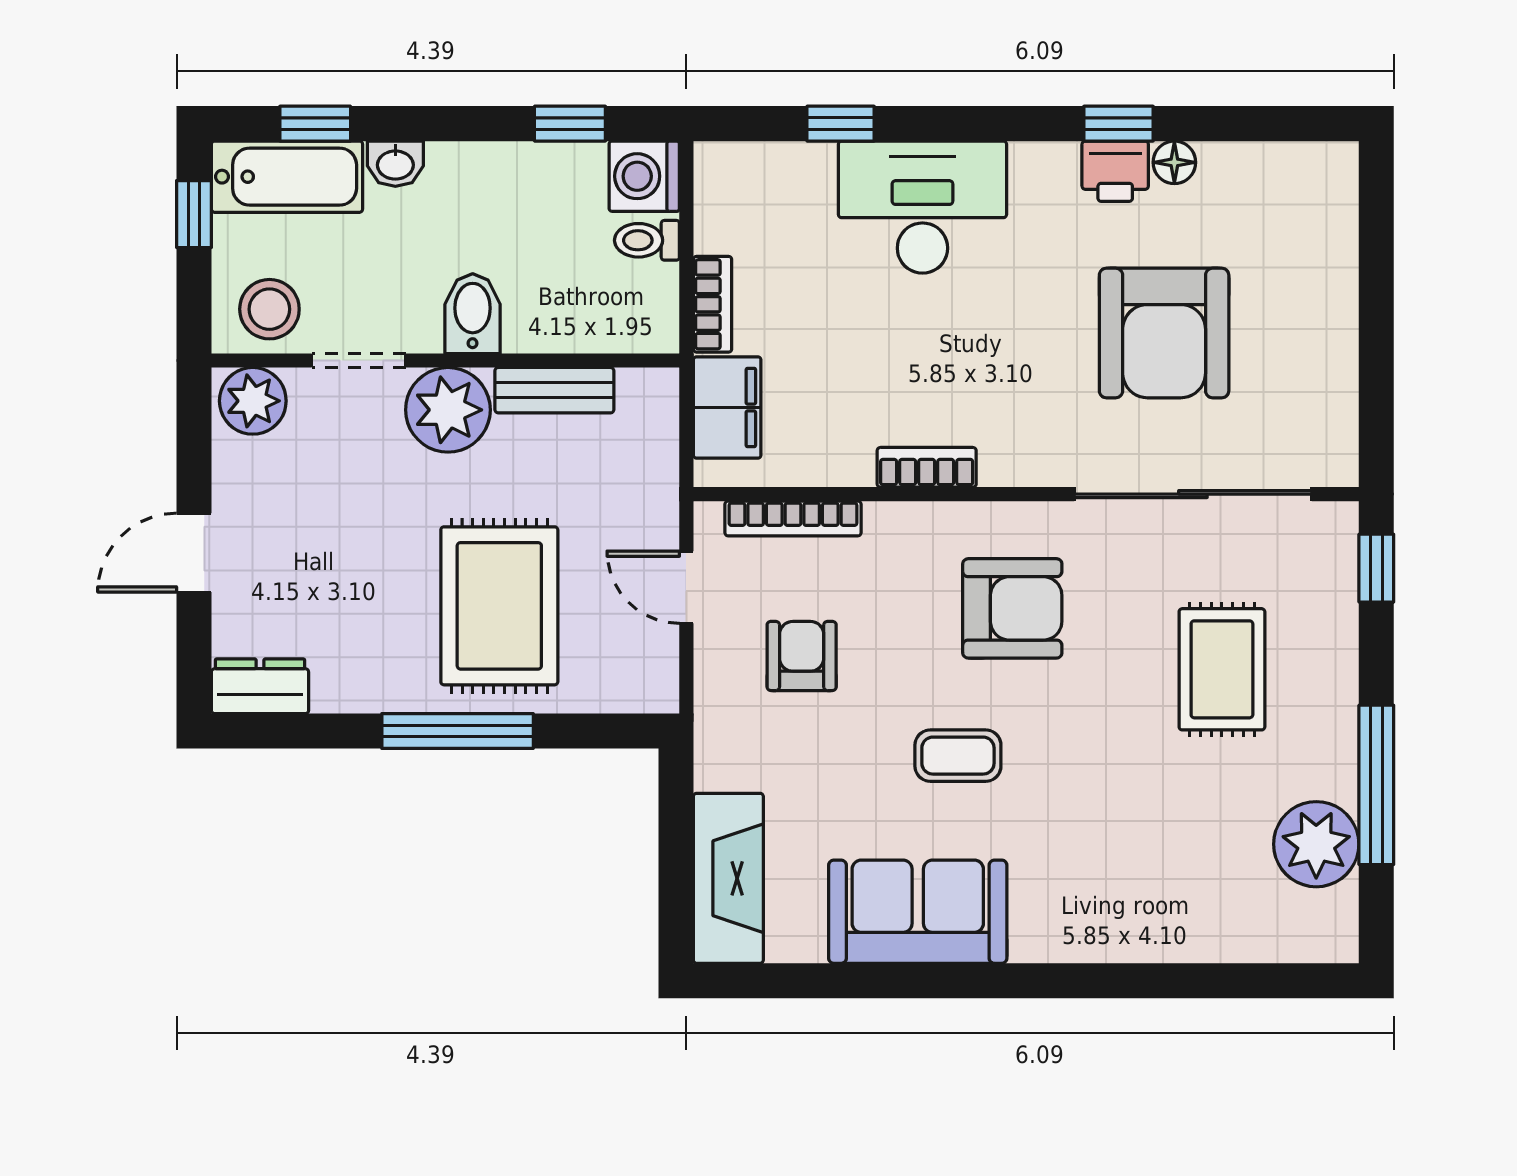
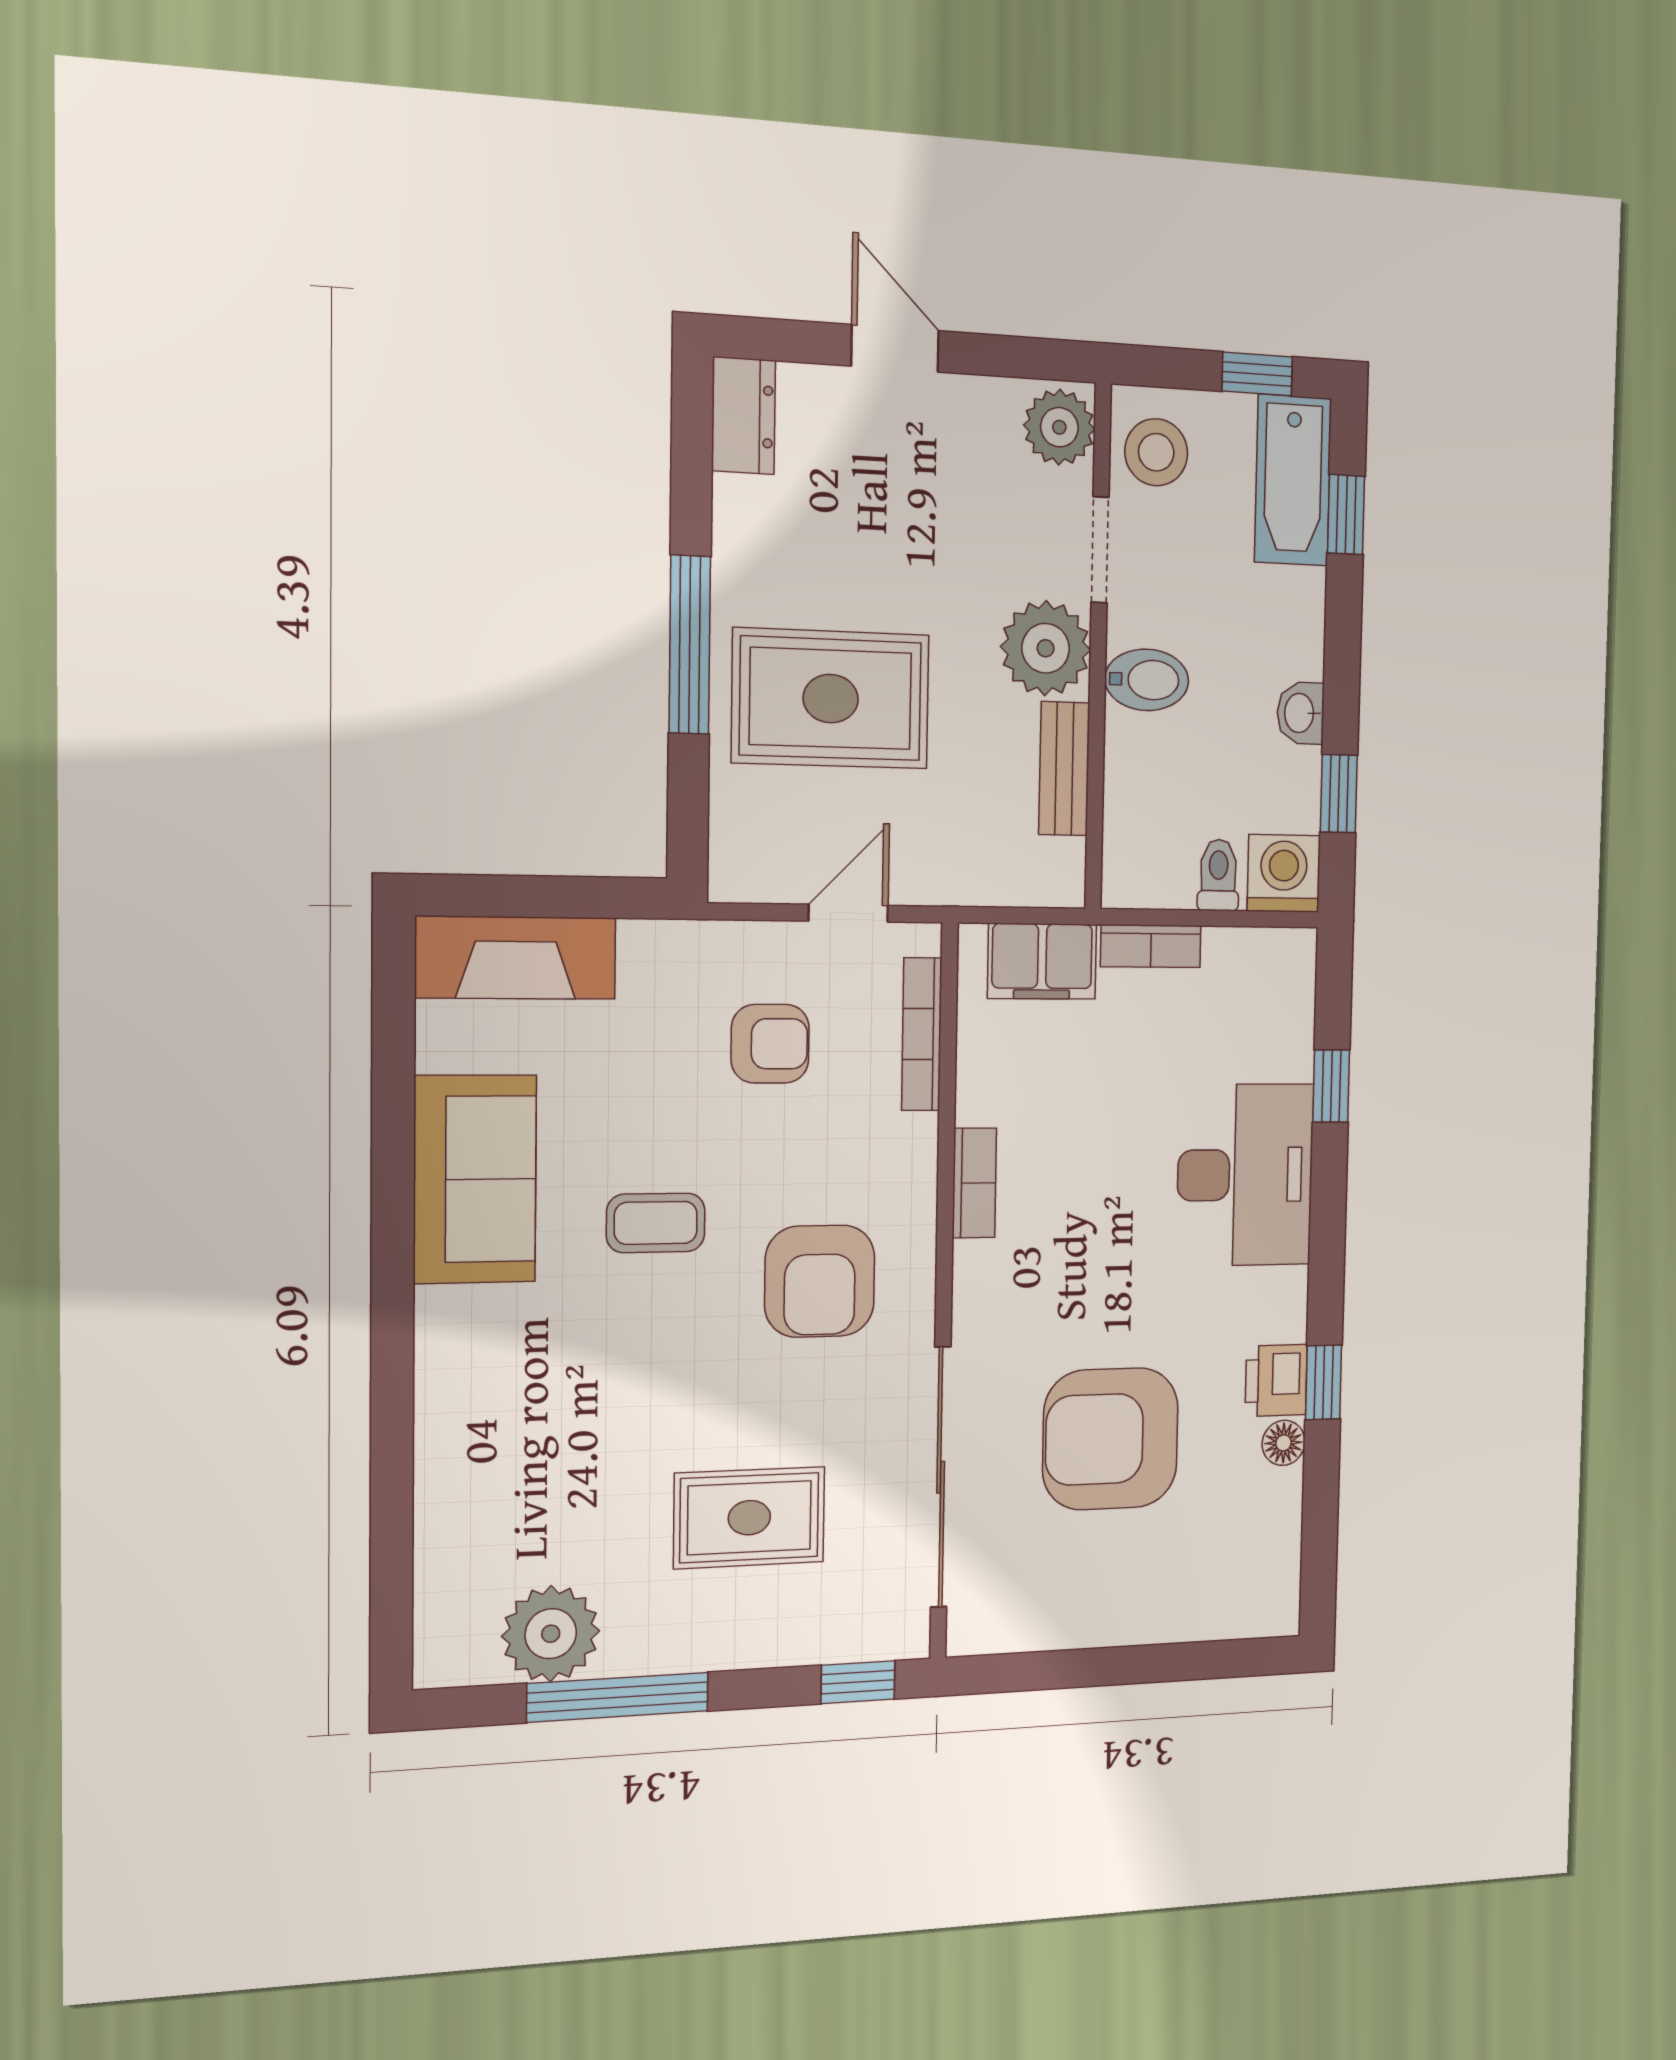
washbasin: (395, 164) -> (1300, 713), moved
coffee table: (958, 756) -> (656, 1223), turned 90

